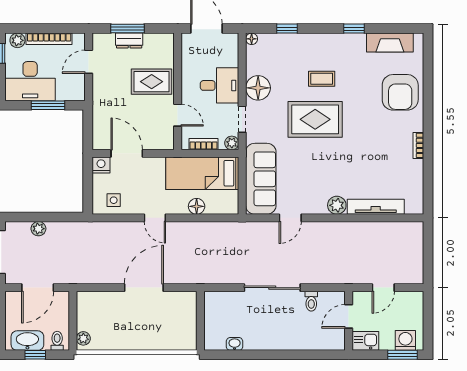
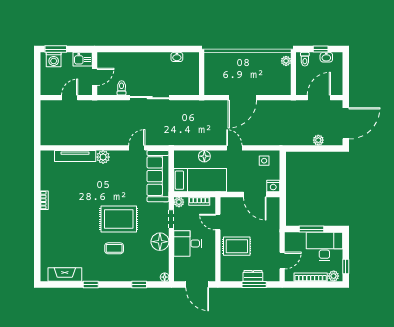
armchair: (400, 92) -> (57, 238), removed
washbasin: (27, 341) -> (326, 57), width x0.52, depth x0.69

